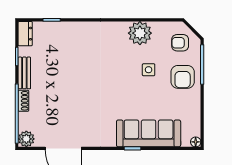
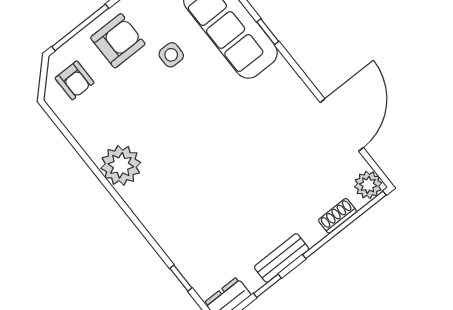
plant: (140, 33) -> (121, 165), moved
side table: (149, 70) -> (171, 55), moved
shoe rack: (23, 101) -> (337, 216), moved

